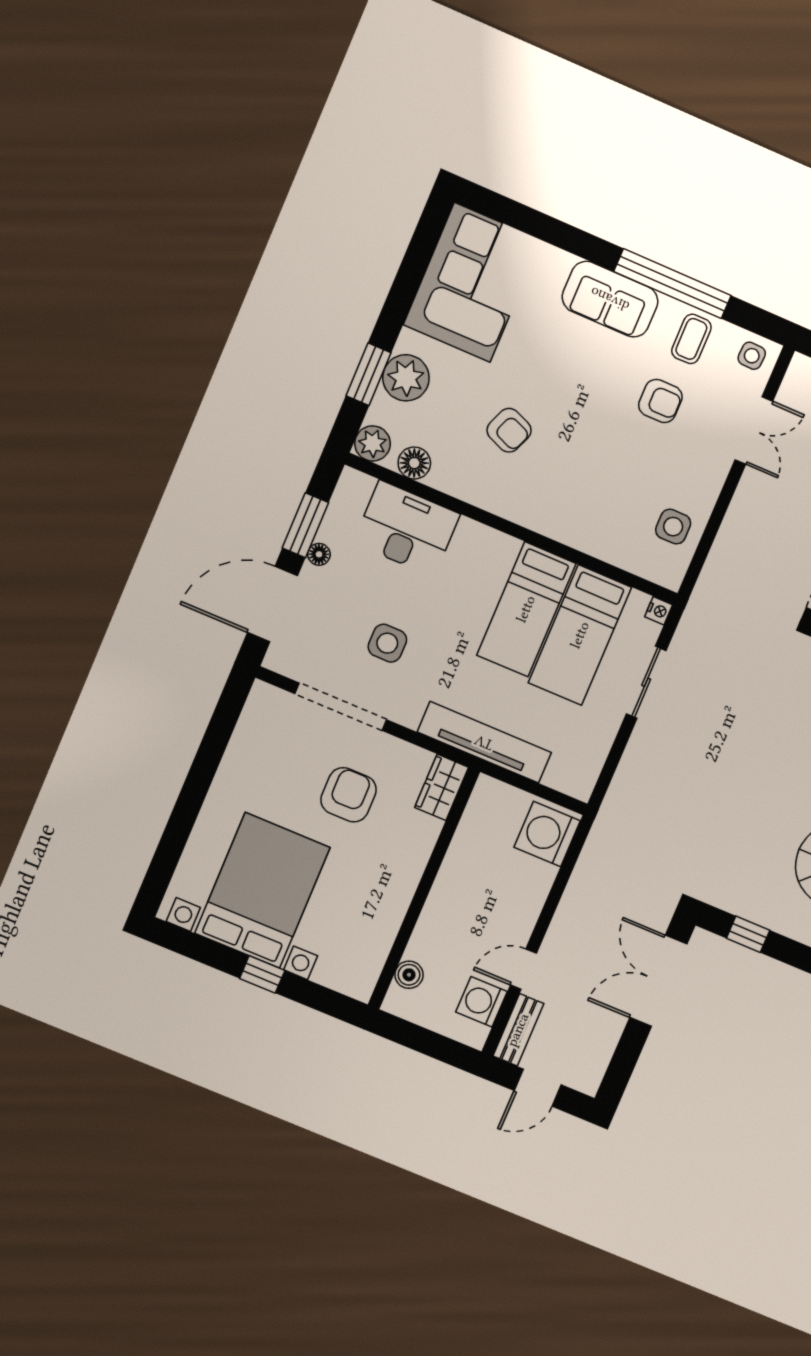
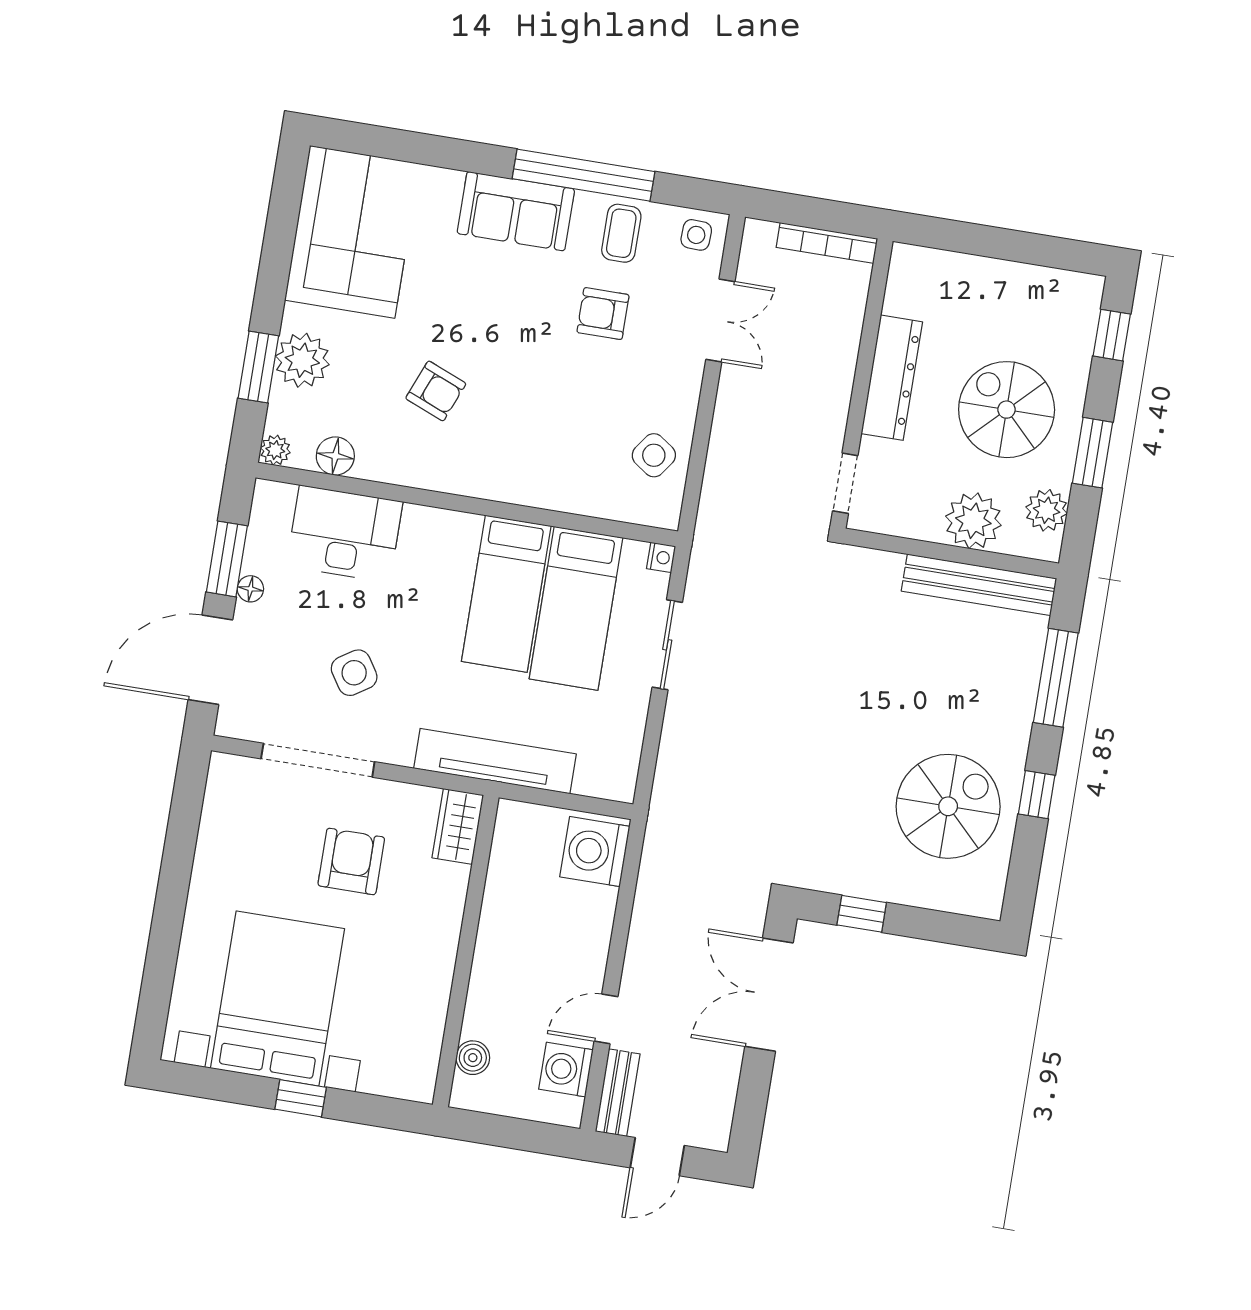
armchair: (660, 401) -> (603, 314), turned 180
plant: (373, 443) -> (275, 450), width x0.73, depth x0.73
side table: (673, 527) -> (654, 455), turned 35
side table: (387, 643) -> (354, 673), turned -33

